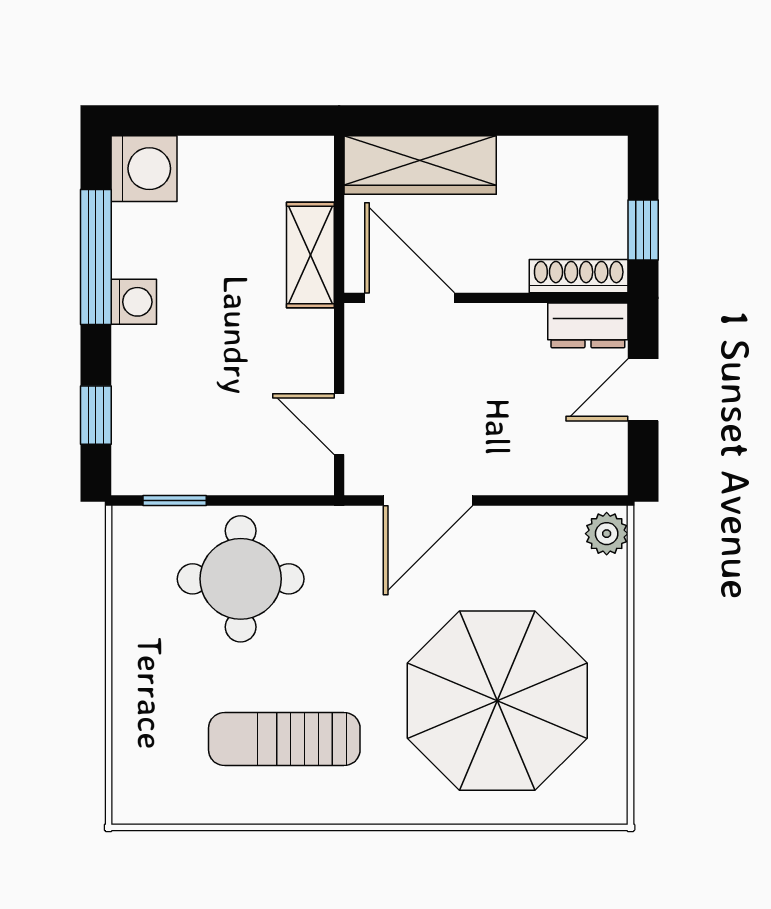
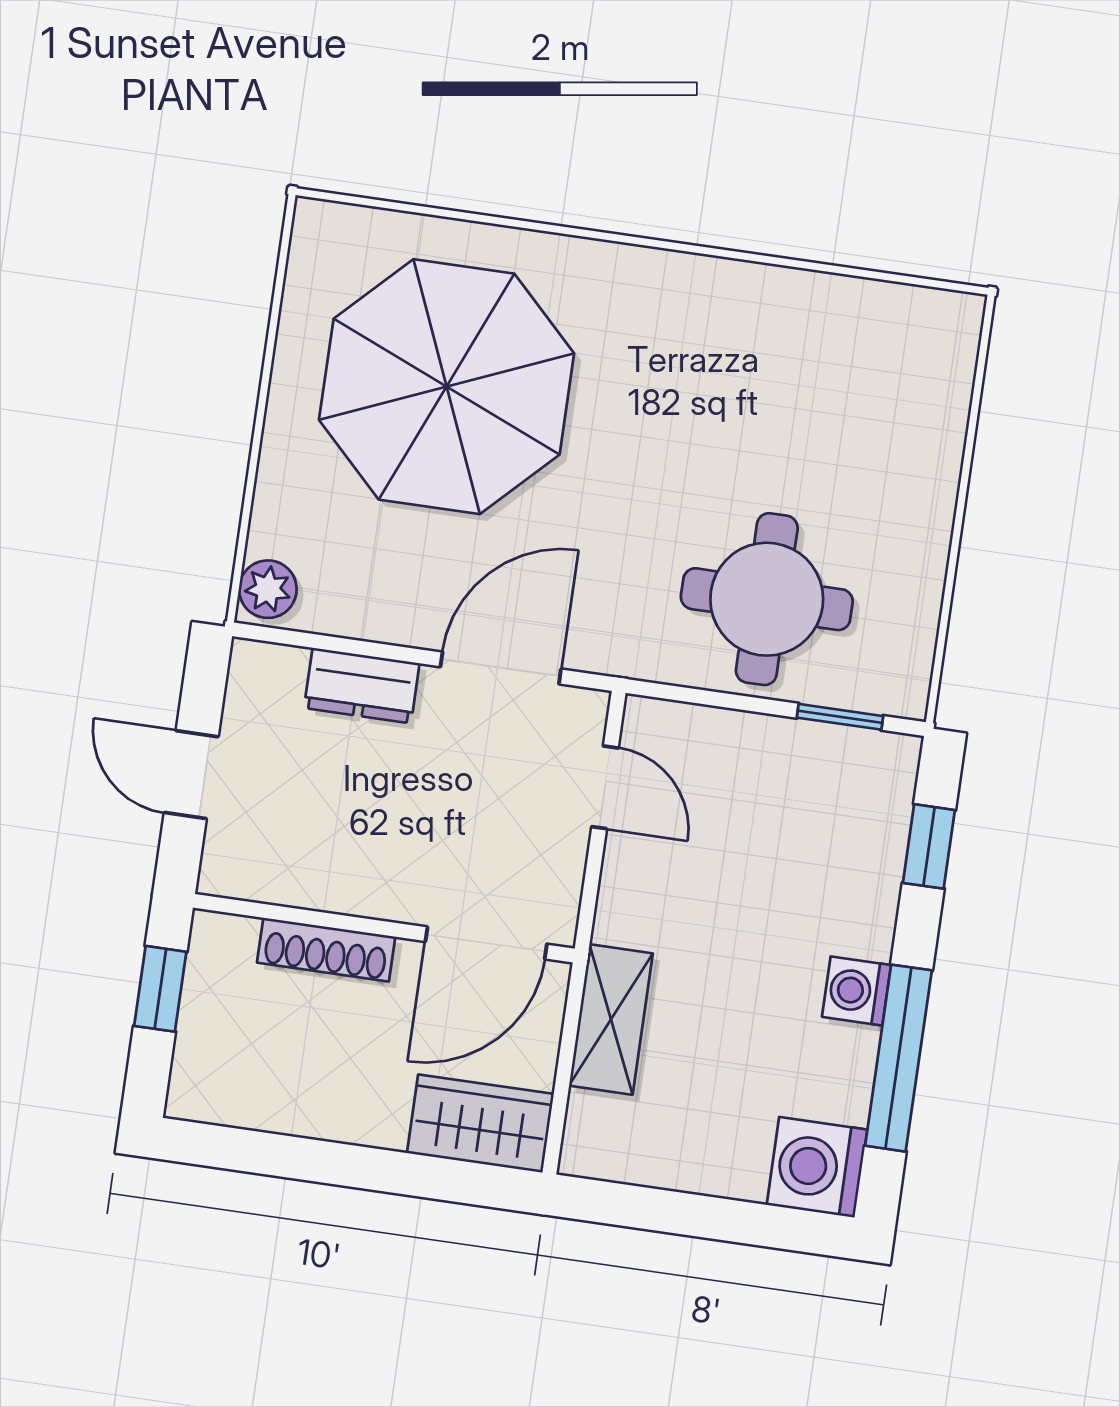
wardrobe: (420, 165) -> (480, 1124), width x0.67
shoe rack: (579, 276) -> (326, 950), moved
door: (410, 298) -> (486, 943), hinge flipped
dresser: (588, 325) -> (362, 686), moved, turned 180
door: (643, 390) -> (191, 775), swing flipped
sun lounger: (284, 739) -> (739, 376), removed

